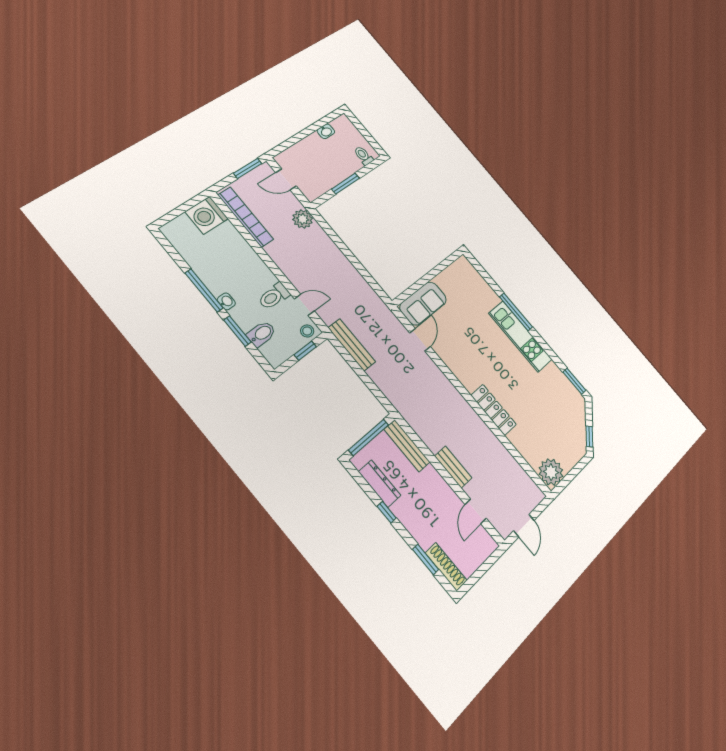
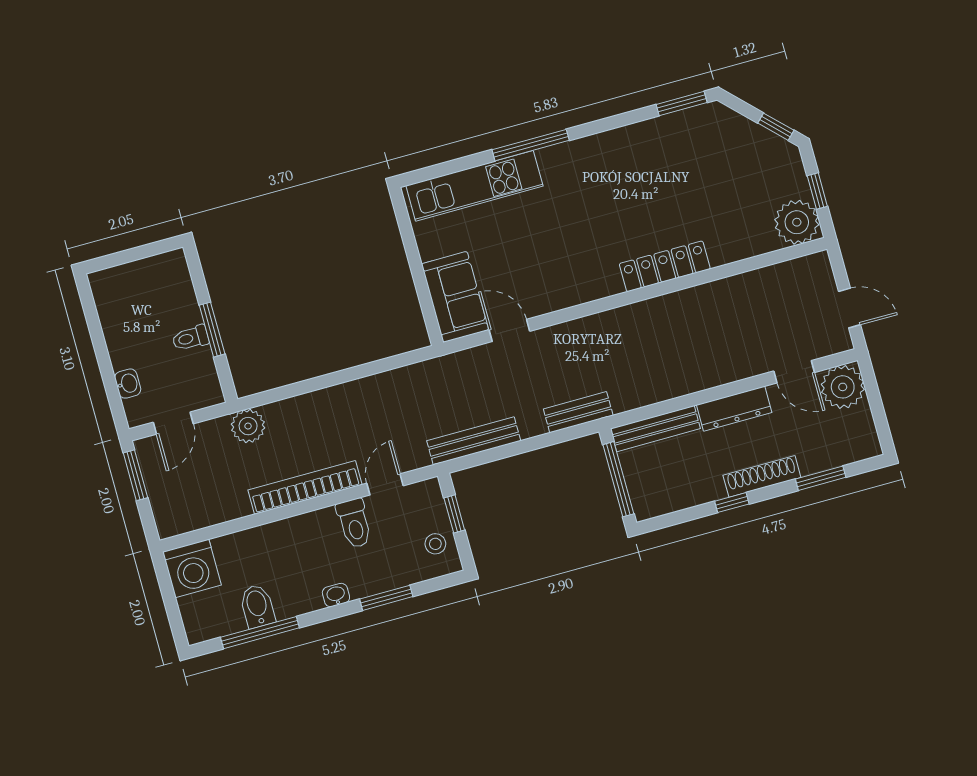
washbasin: (326, 131) -> (128, 384), moved
toilet: (364, 156) -> (190, 338), moved
bookcase: (246, 217) -> (305, 487), moved
window: (204, 291) -> (260, 633), moved
stool: (307, 331) -> (435, 544), moved
bidet: (262, 334) -> (257, 606), moved
kitchen unit: (520, 336) -> (474, 186), moved
bench: (453, 467) -> (578, 412), moved
window: (571, 475) -> (817, 191), added
dresser: (380, 484) -> (734, 409), moved, turned 180
plant: (481, 545) -> (843, 387), added
shoe rack: (446, 567) -> (762, 476), moved

